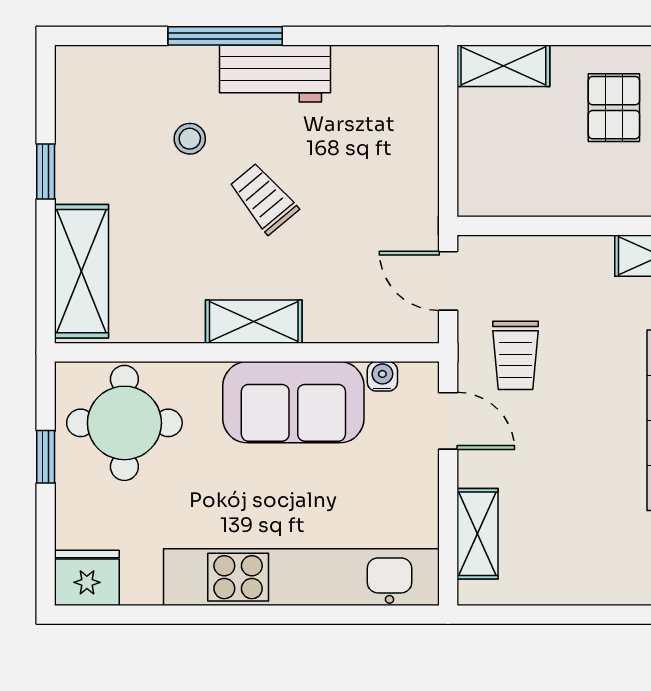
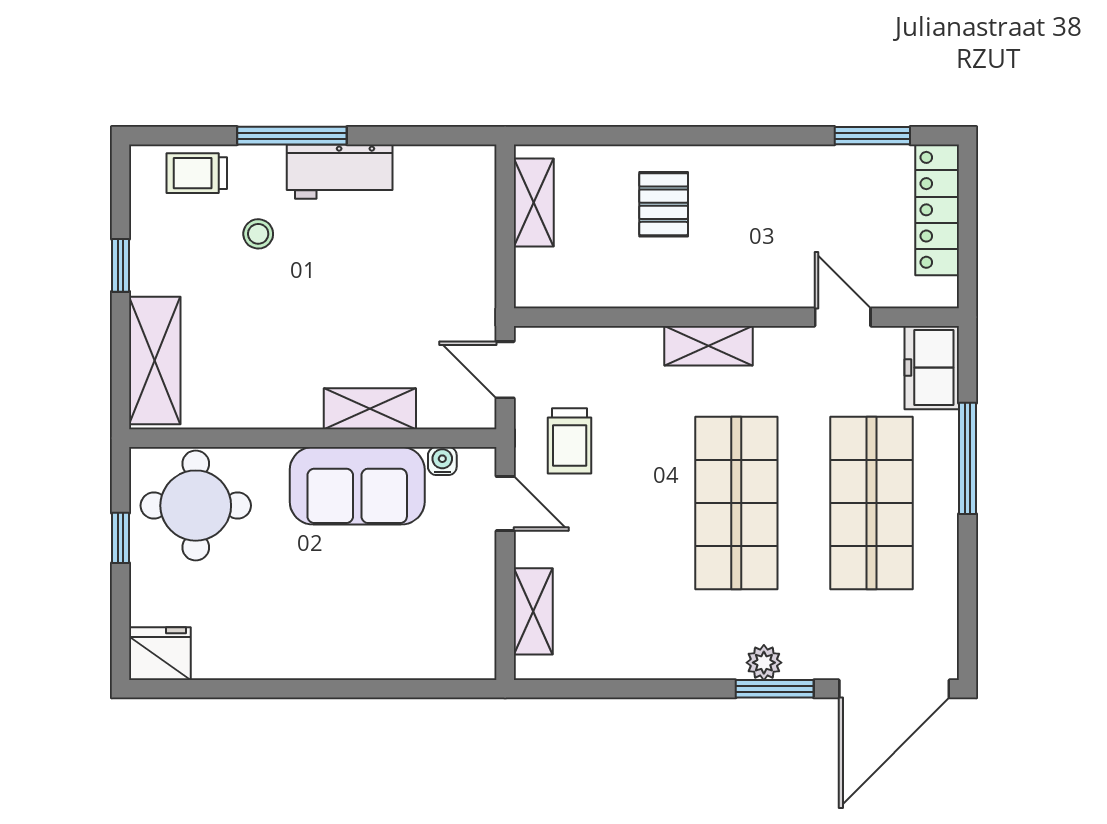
shelving: (503, 66) -> (534, 202), moved, turned 90
trolley: (264, 198) -> (197, 173), moved, turned -50
shelving: (254, 322) -> (370, 409), moved
kitchen unit: (301, 577) -> (365, 653), removed

